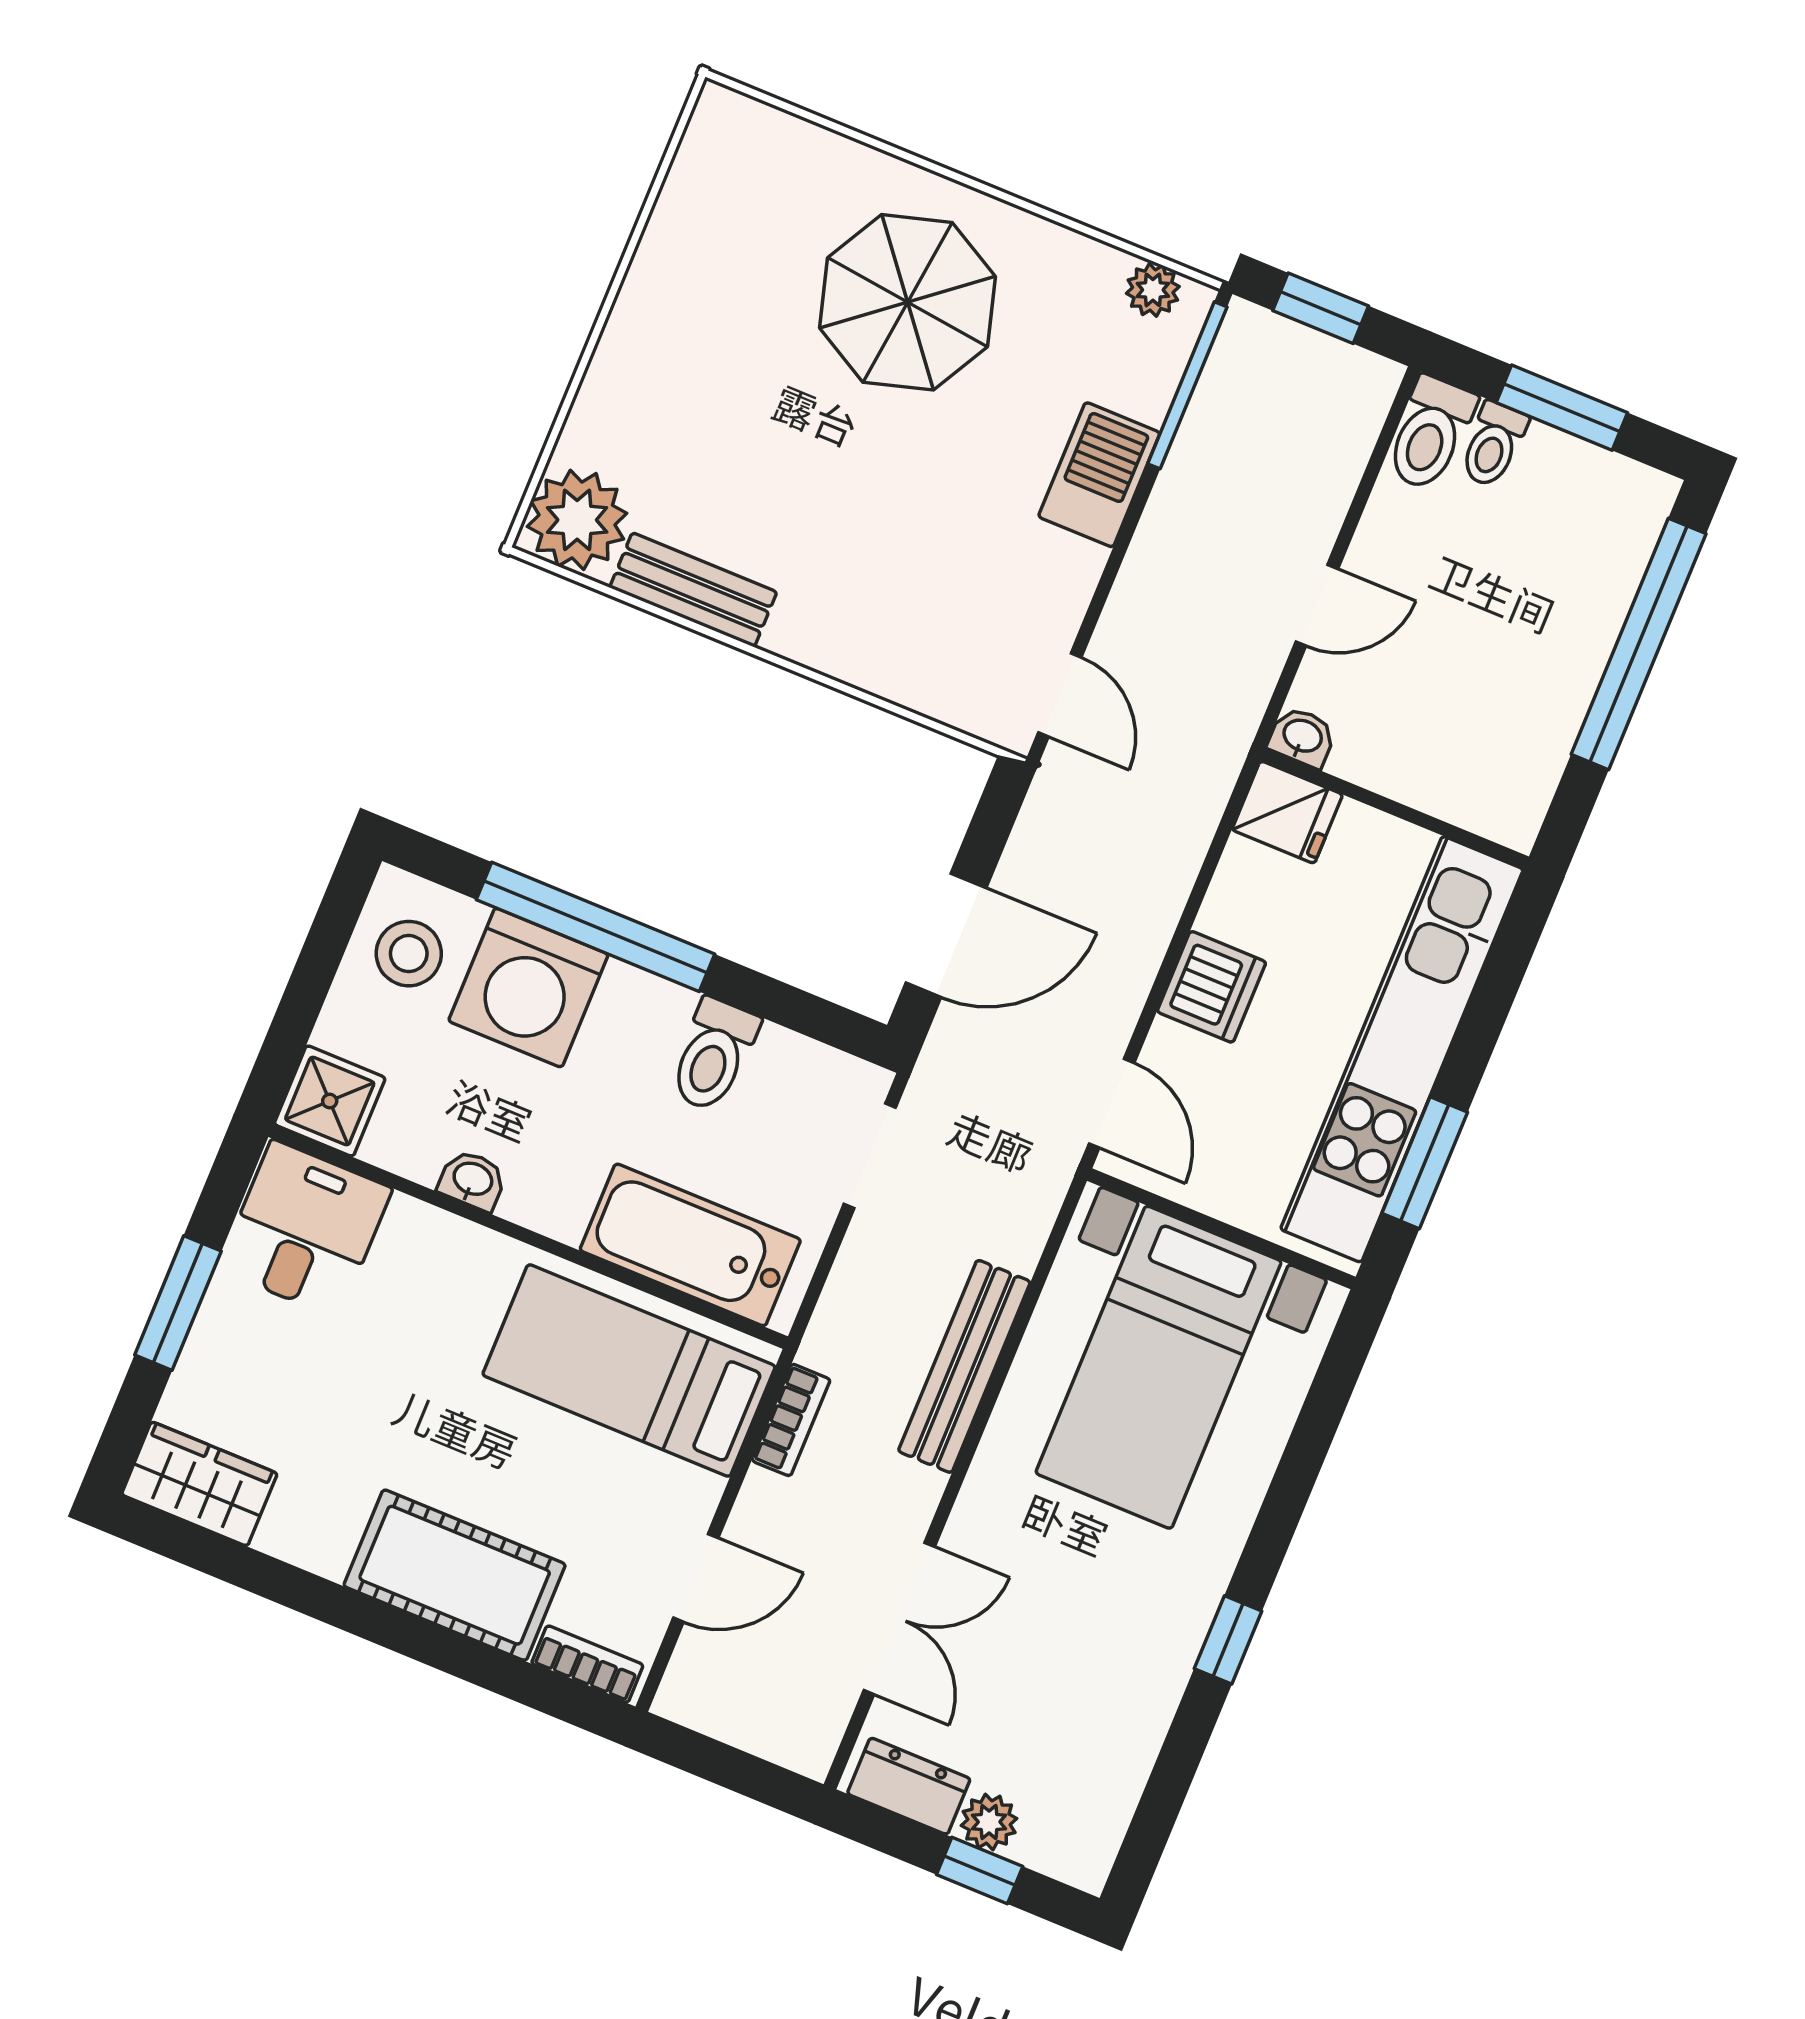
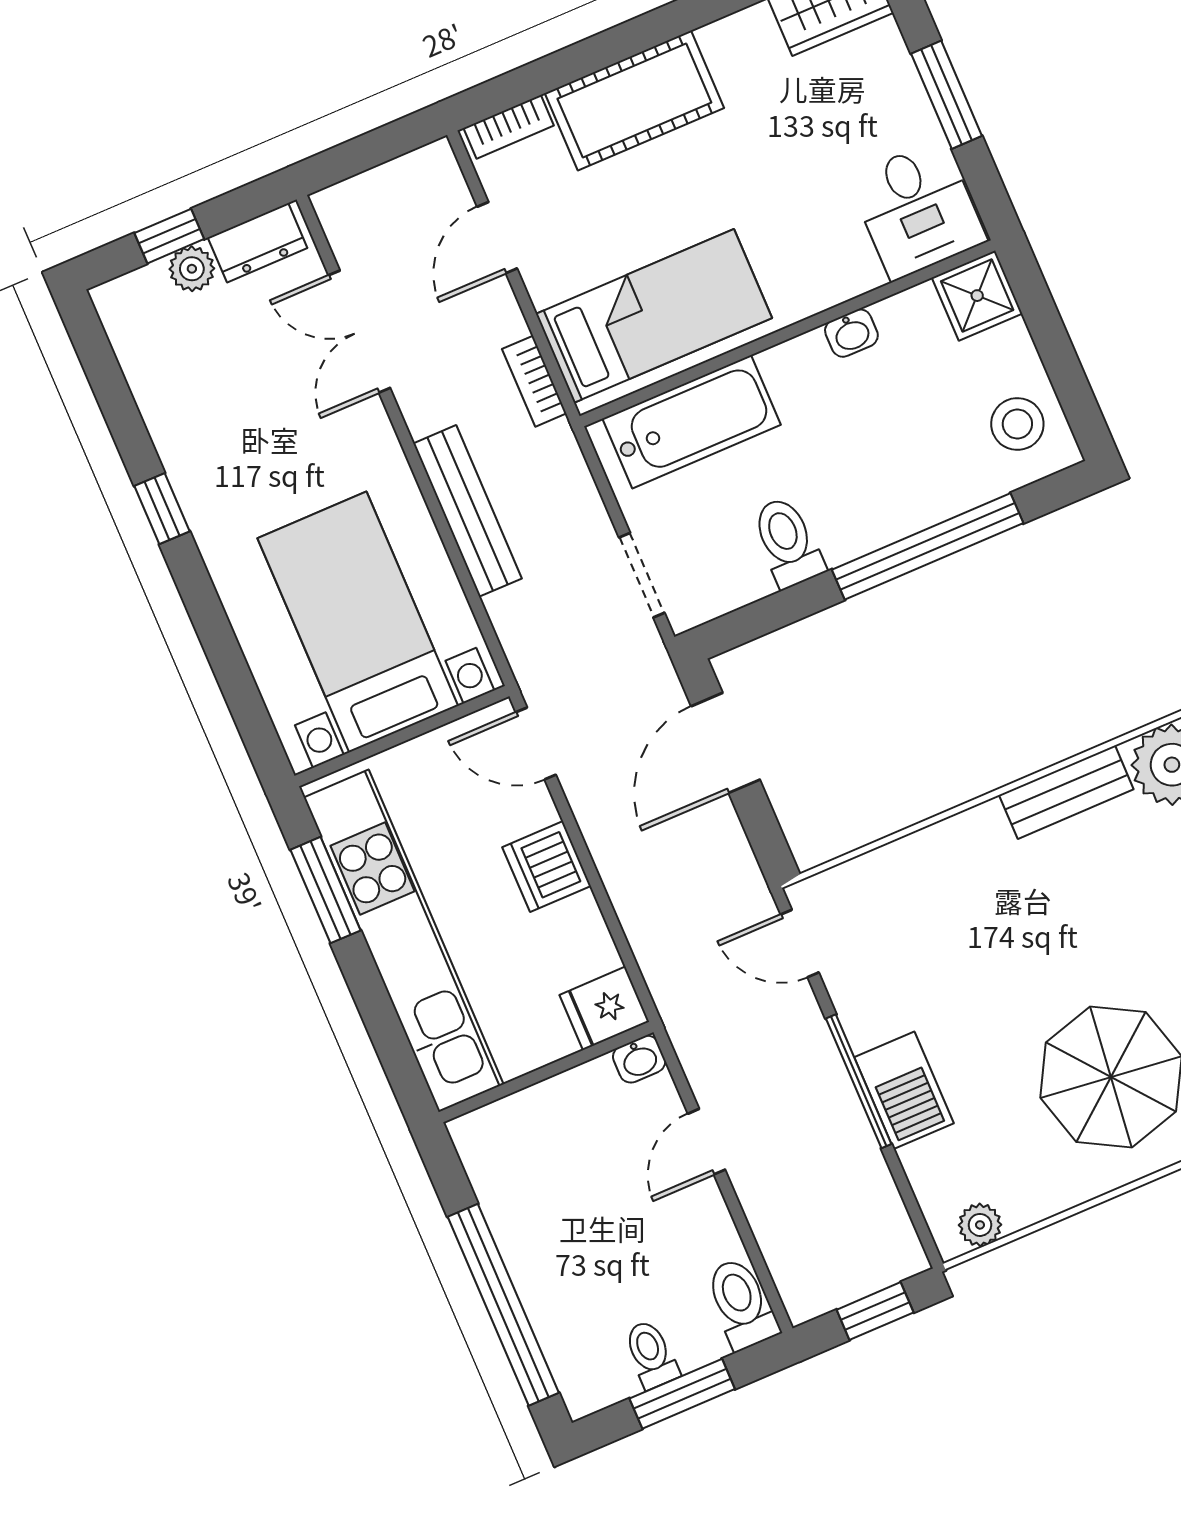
window: (1187, 385) -> (859, 1081), moved
toilet: (1493, 445) -> (651, 1354), moved
washing machine: (528, 988) -> (931, 473), removed

